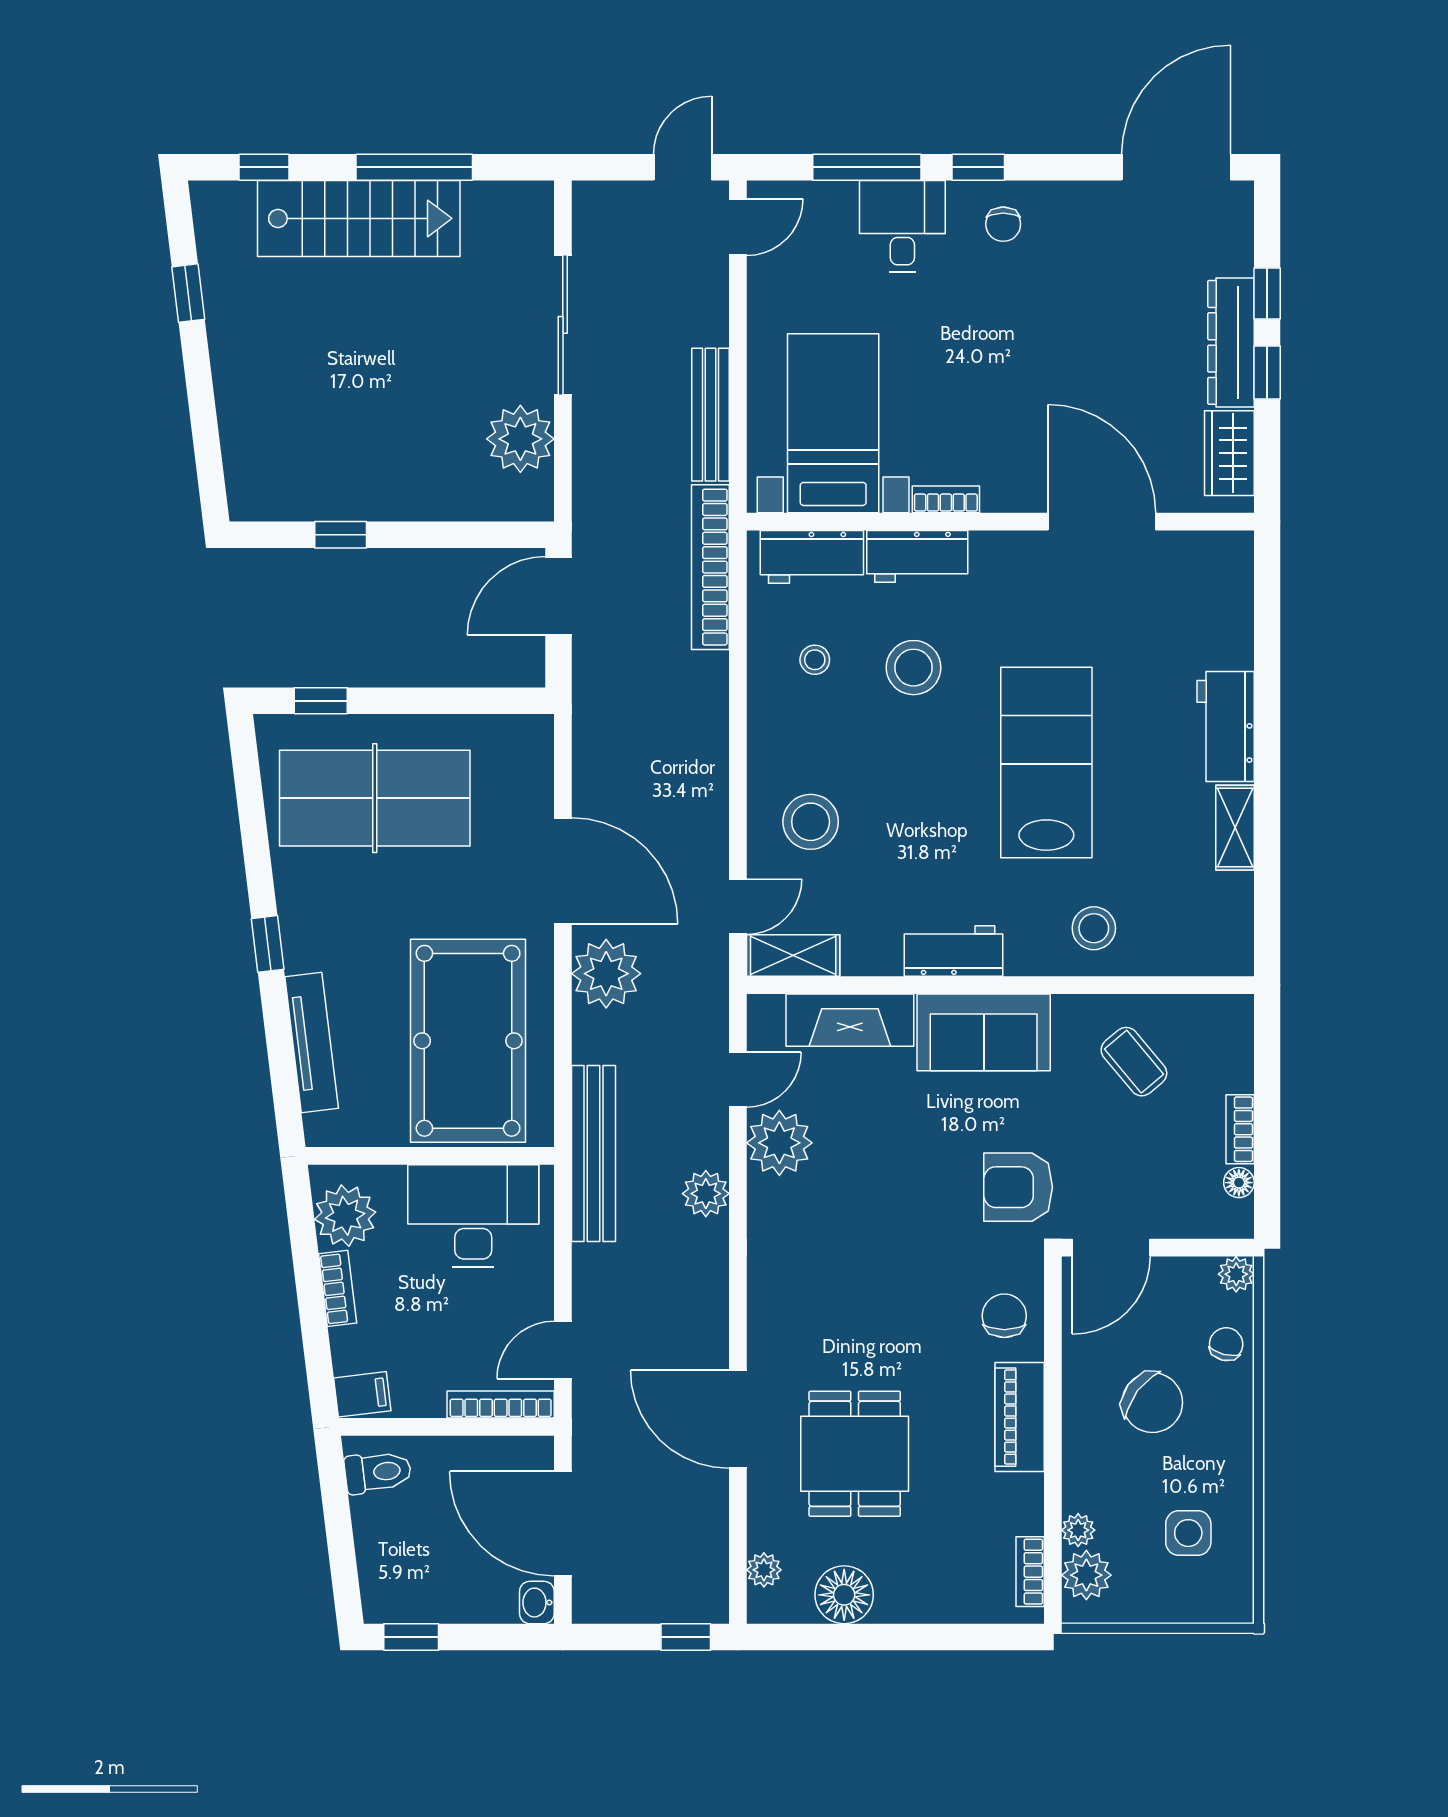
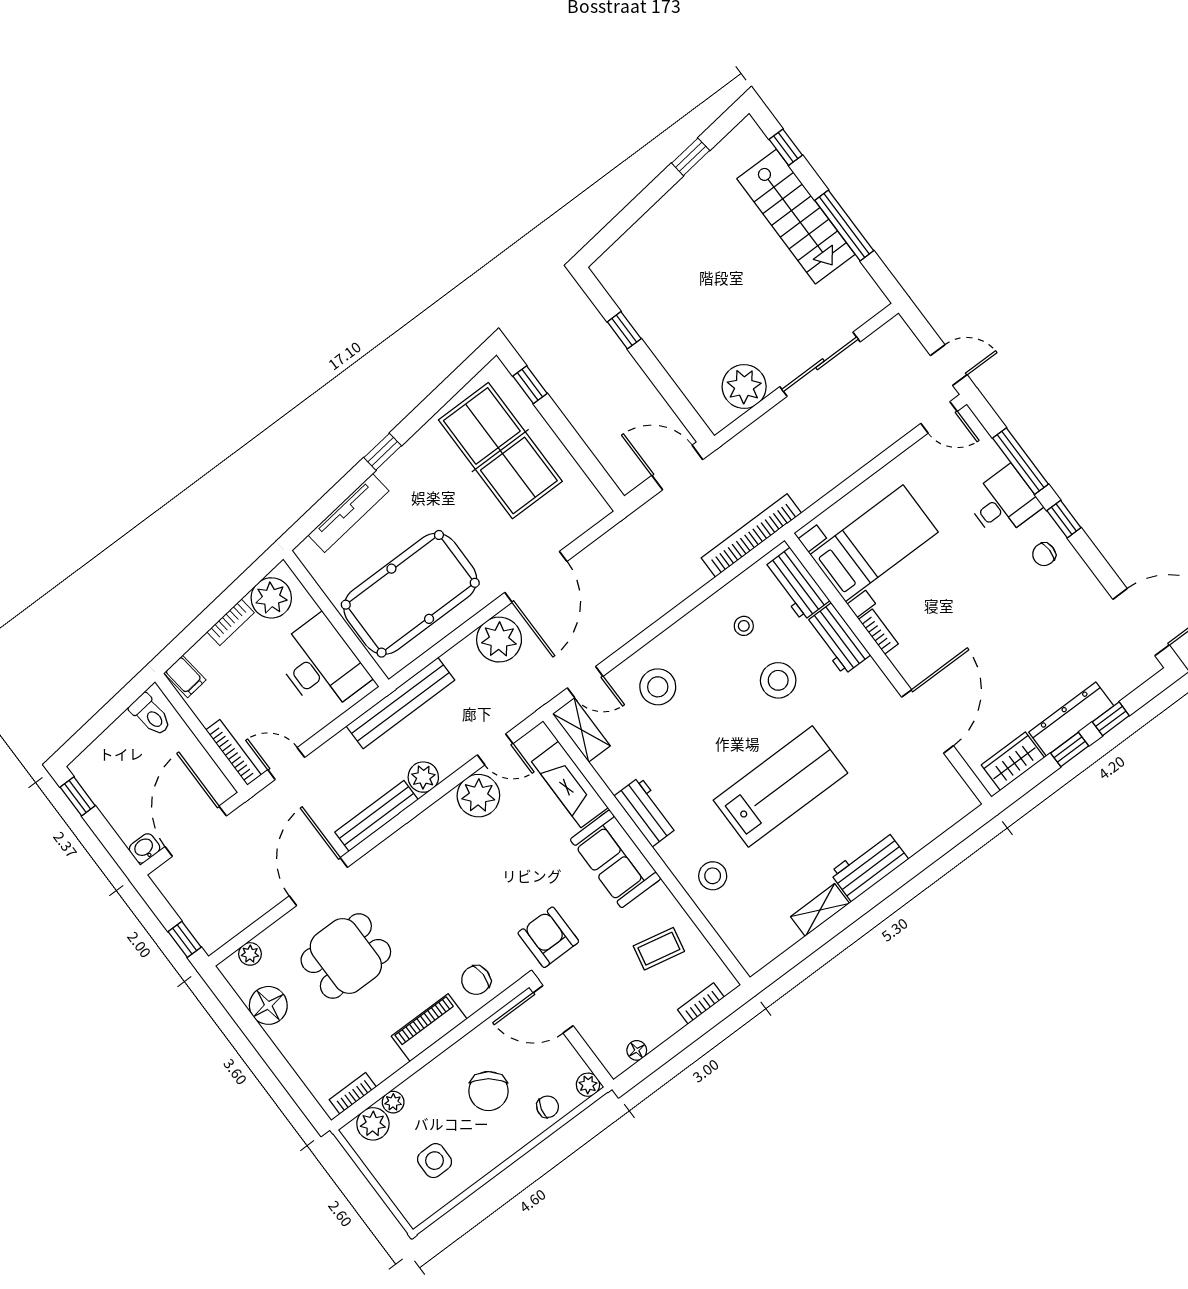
bench: (710, 415) -> (377, 816), moved
coffee table: (1134, 1062) -> (659, 949), turned 52
bookcase: (1240, 1129) -> (701, 1003), moved
chair: (1004, 1316) -> (476, 980), turned 180

